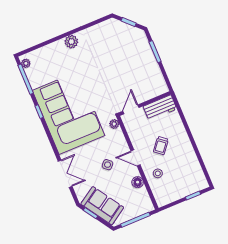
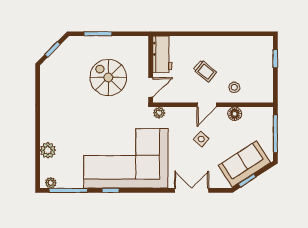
plant: (71, 42) -> (48, 150), moved
spiral stairs: (125, 74) -> (108, 77), added
door: (131, 109) -> (151, 87), swing flipped

